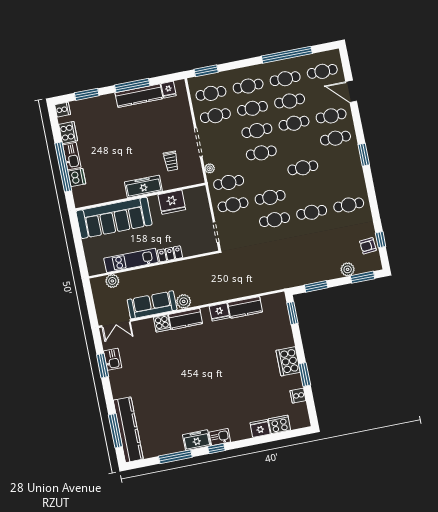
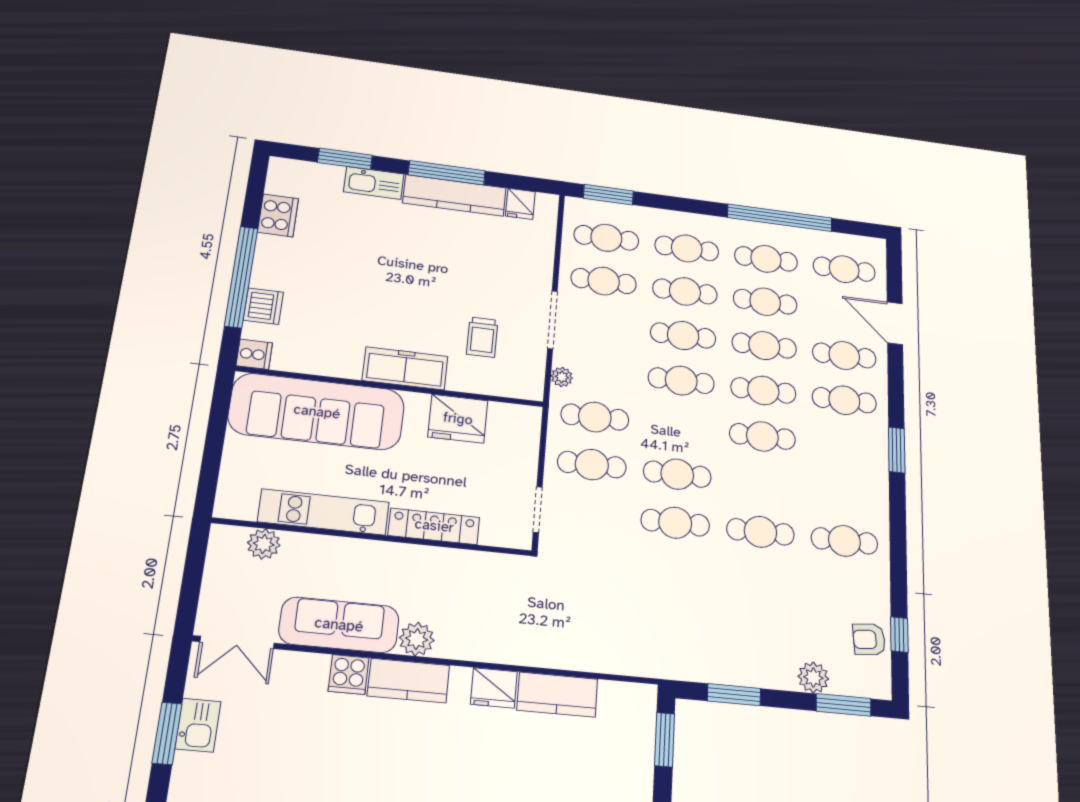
cooker: (63, 110) -> (254, 354), moved
cafe table: (298, 146) -> (763, 390), added
kitchen sink: (72, 156) -> (374, 183), moved, turned 90
locker: (170, 254) -> (434, 526), width x1.53

